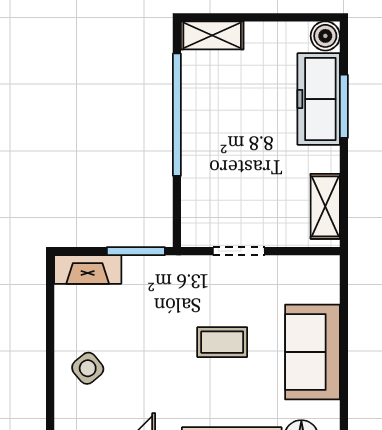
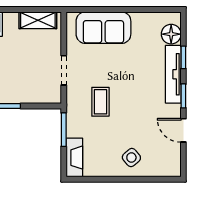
coffee table: (222, 342) -> (100, 102), moved
sofa: (312, 352) -> (103, 28), moved

